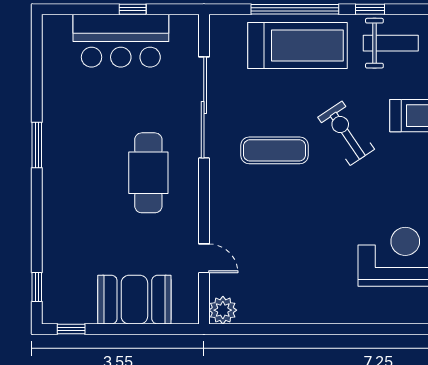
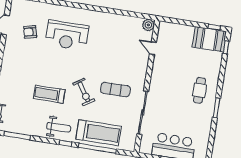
weight bench: (391, 43) -> (59, 127), turned 180
treadmill: (298, 45) -> (99, 133), turned 180
cafe table: (148, 173) -> (200, 90), moved, width x0.73, depth x0.74
booth: (134, 300) -> (209, 39), moved

